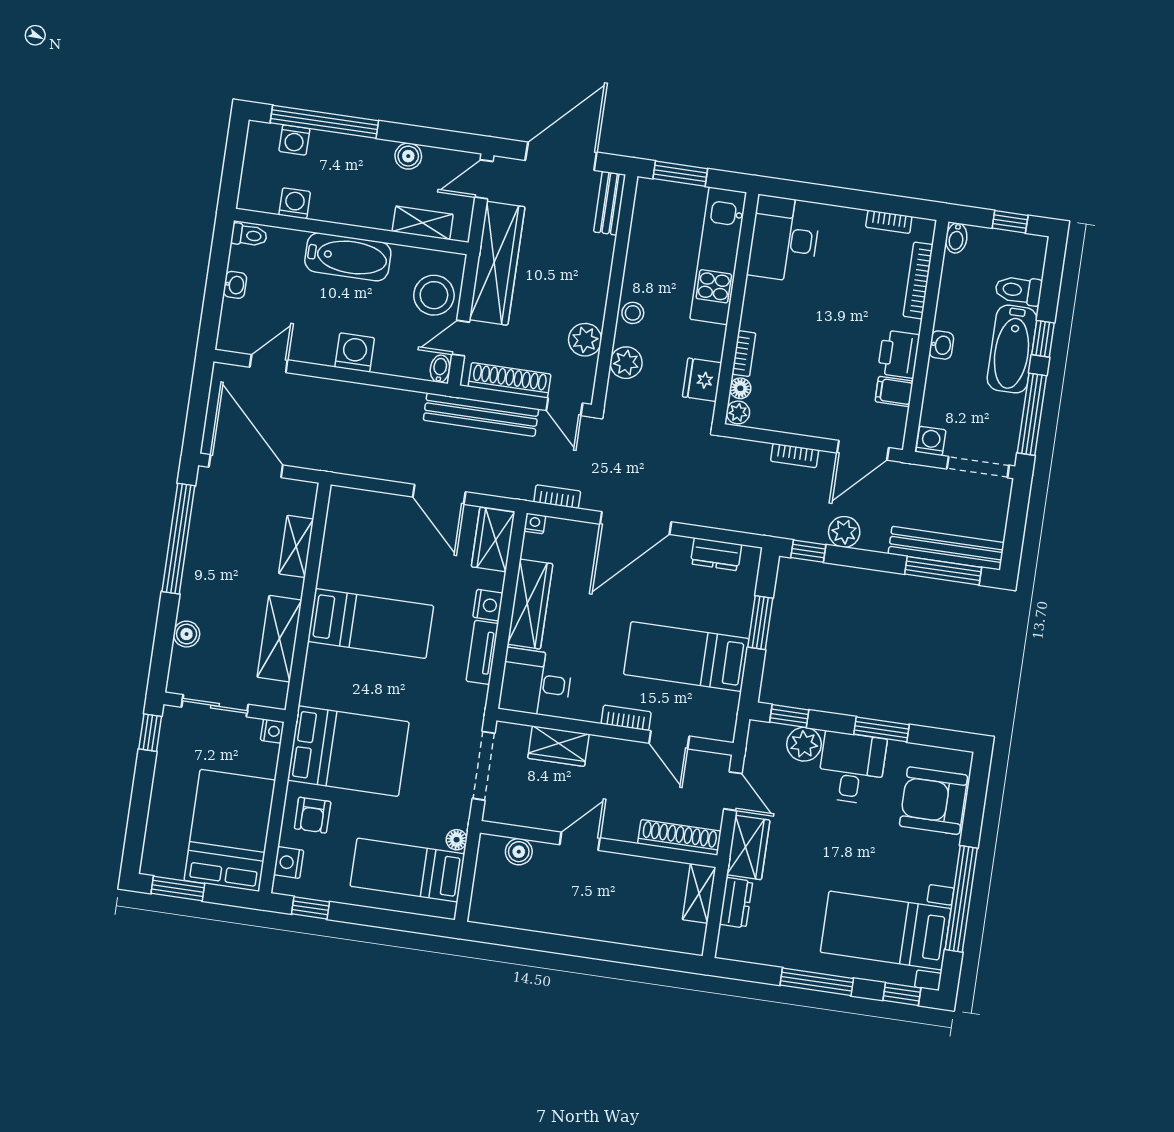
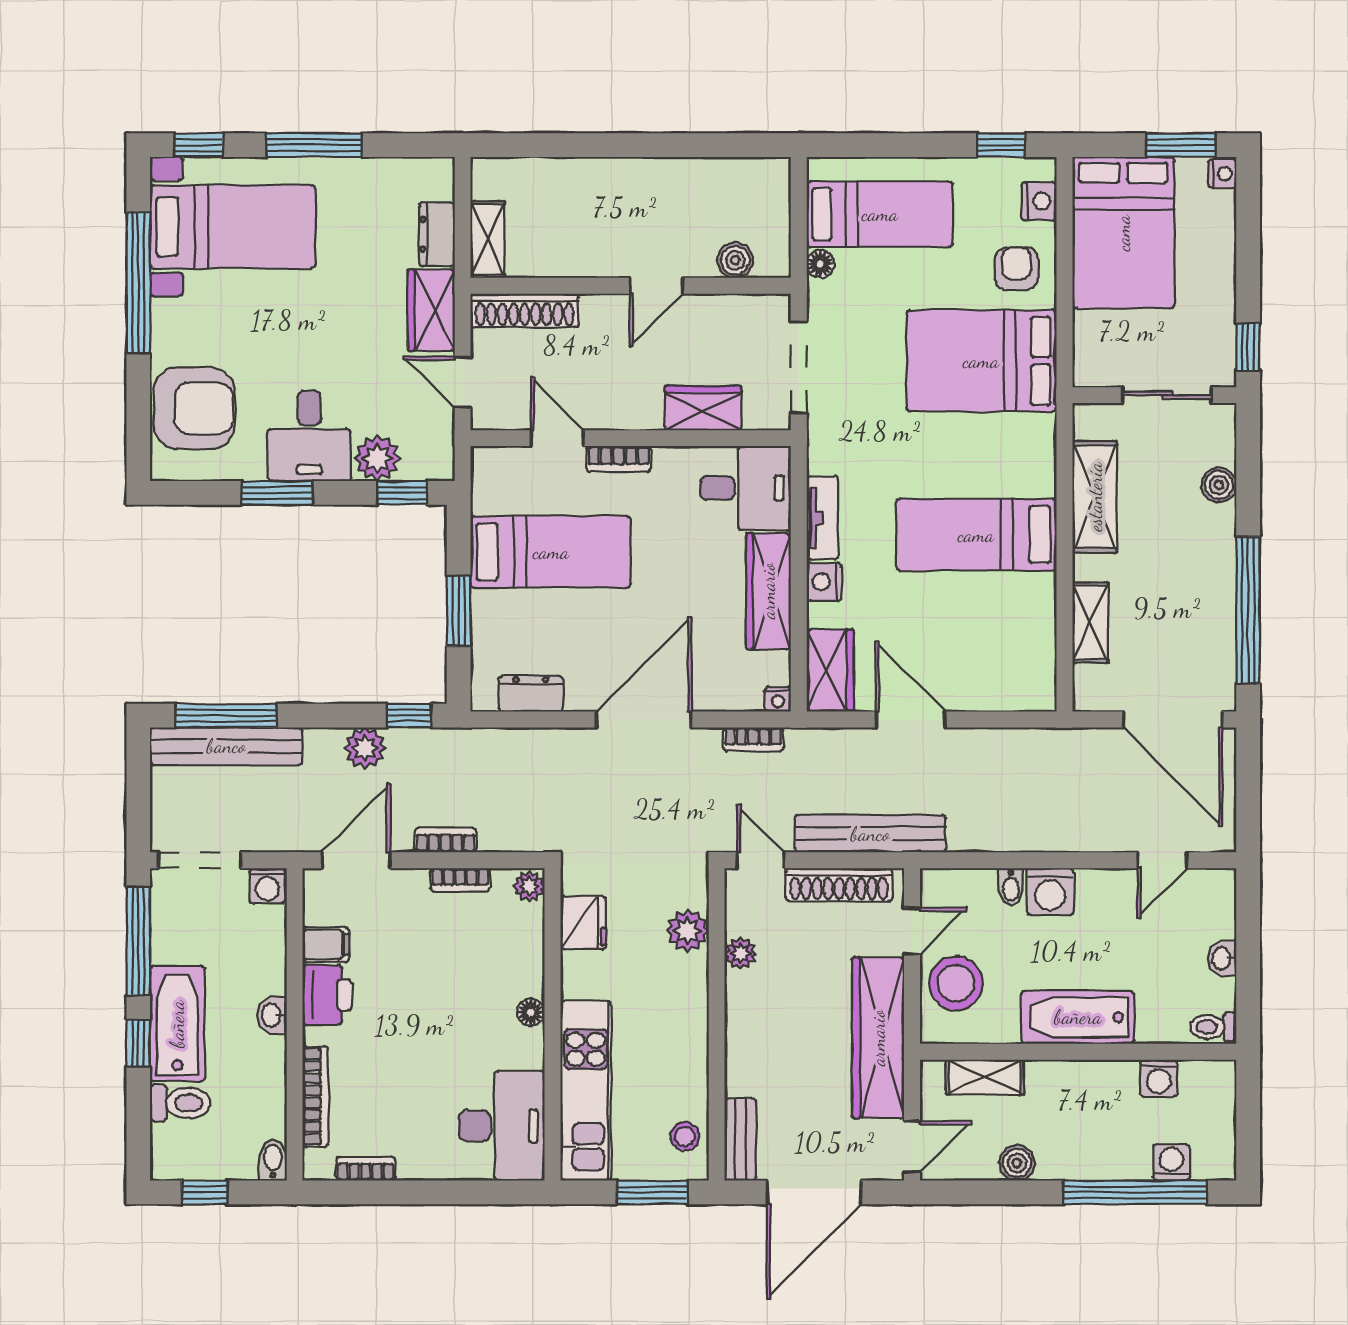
stool: (633, 313) -> (685, 1136), moved
plant: (585, 340) -> (740, 953), width x0.73, depth x0.73
bookcase: (744, 354) -> (460, 880), moved, turned -90
bidet: (440, 369) -> (1011, 887), moved
floor lamp: (740, 388) -> (531, 1012), moved
nightstand: (272, 731) -> (1222, 174), moved, turned 180

